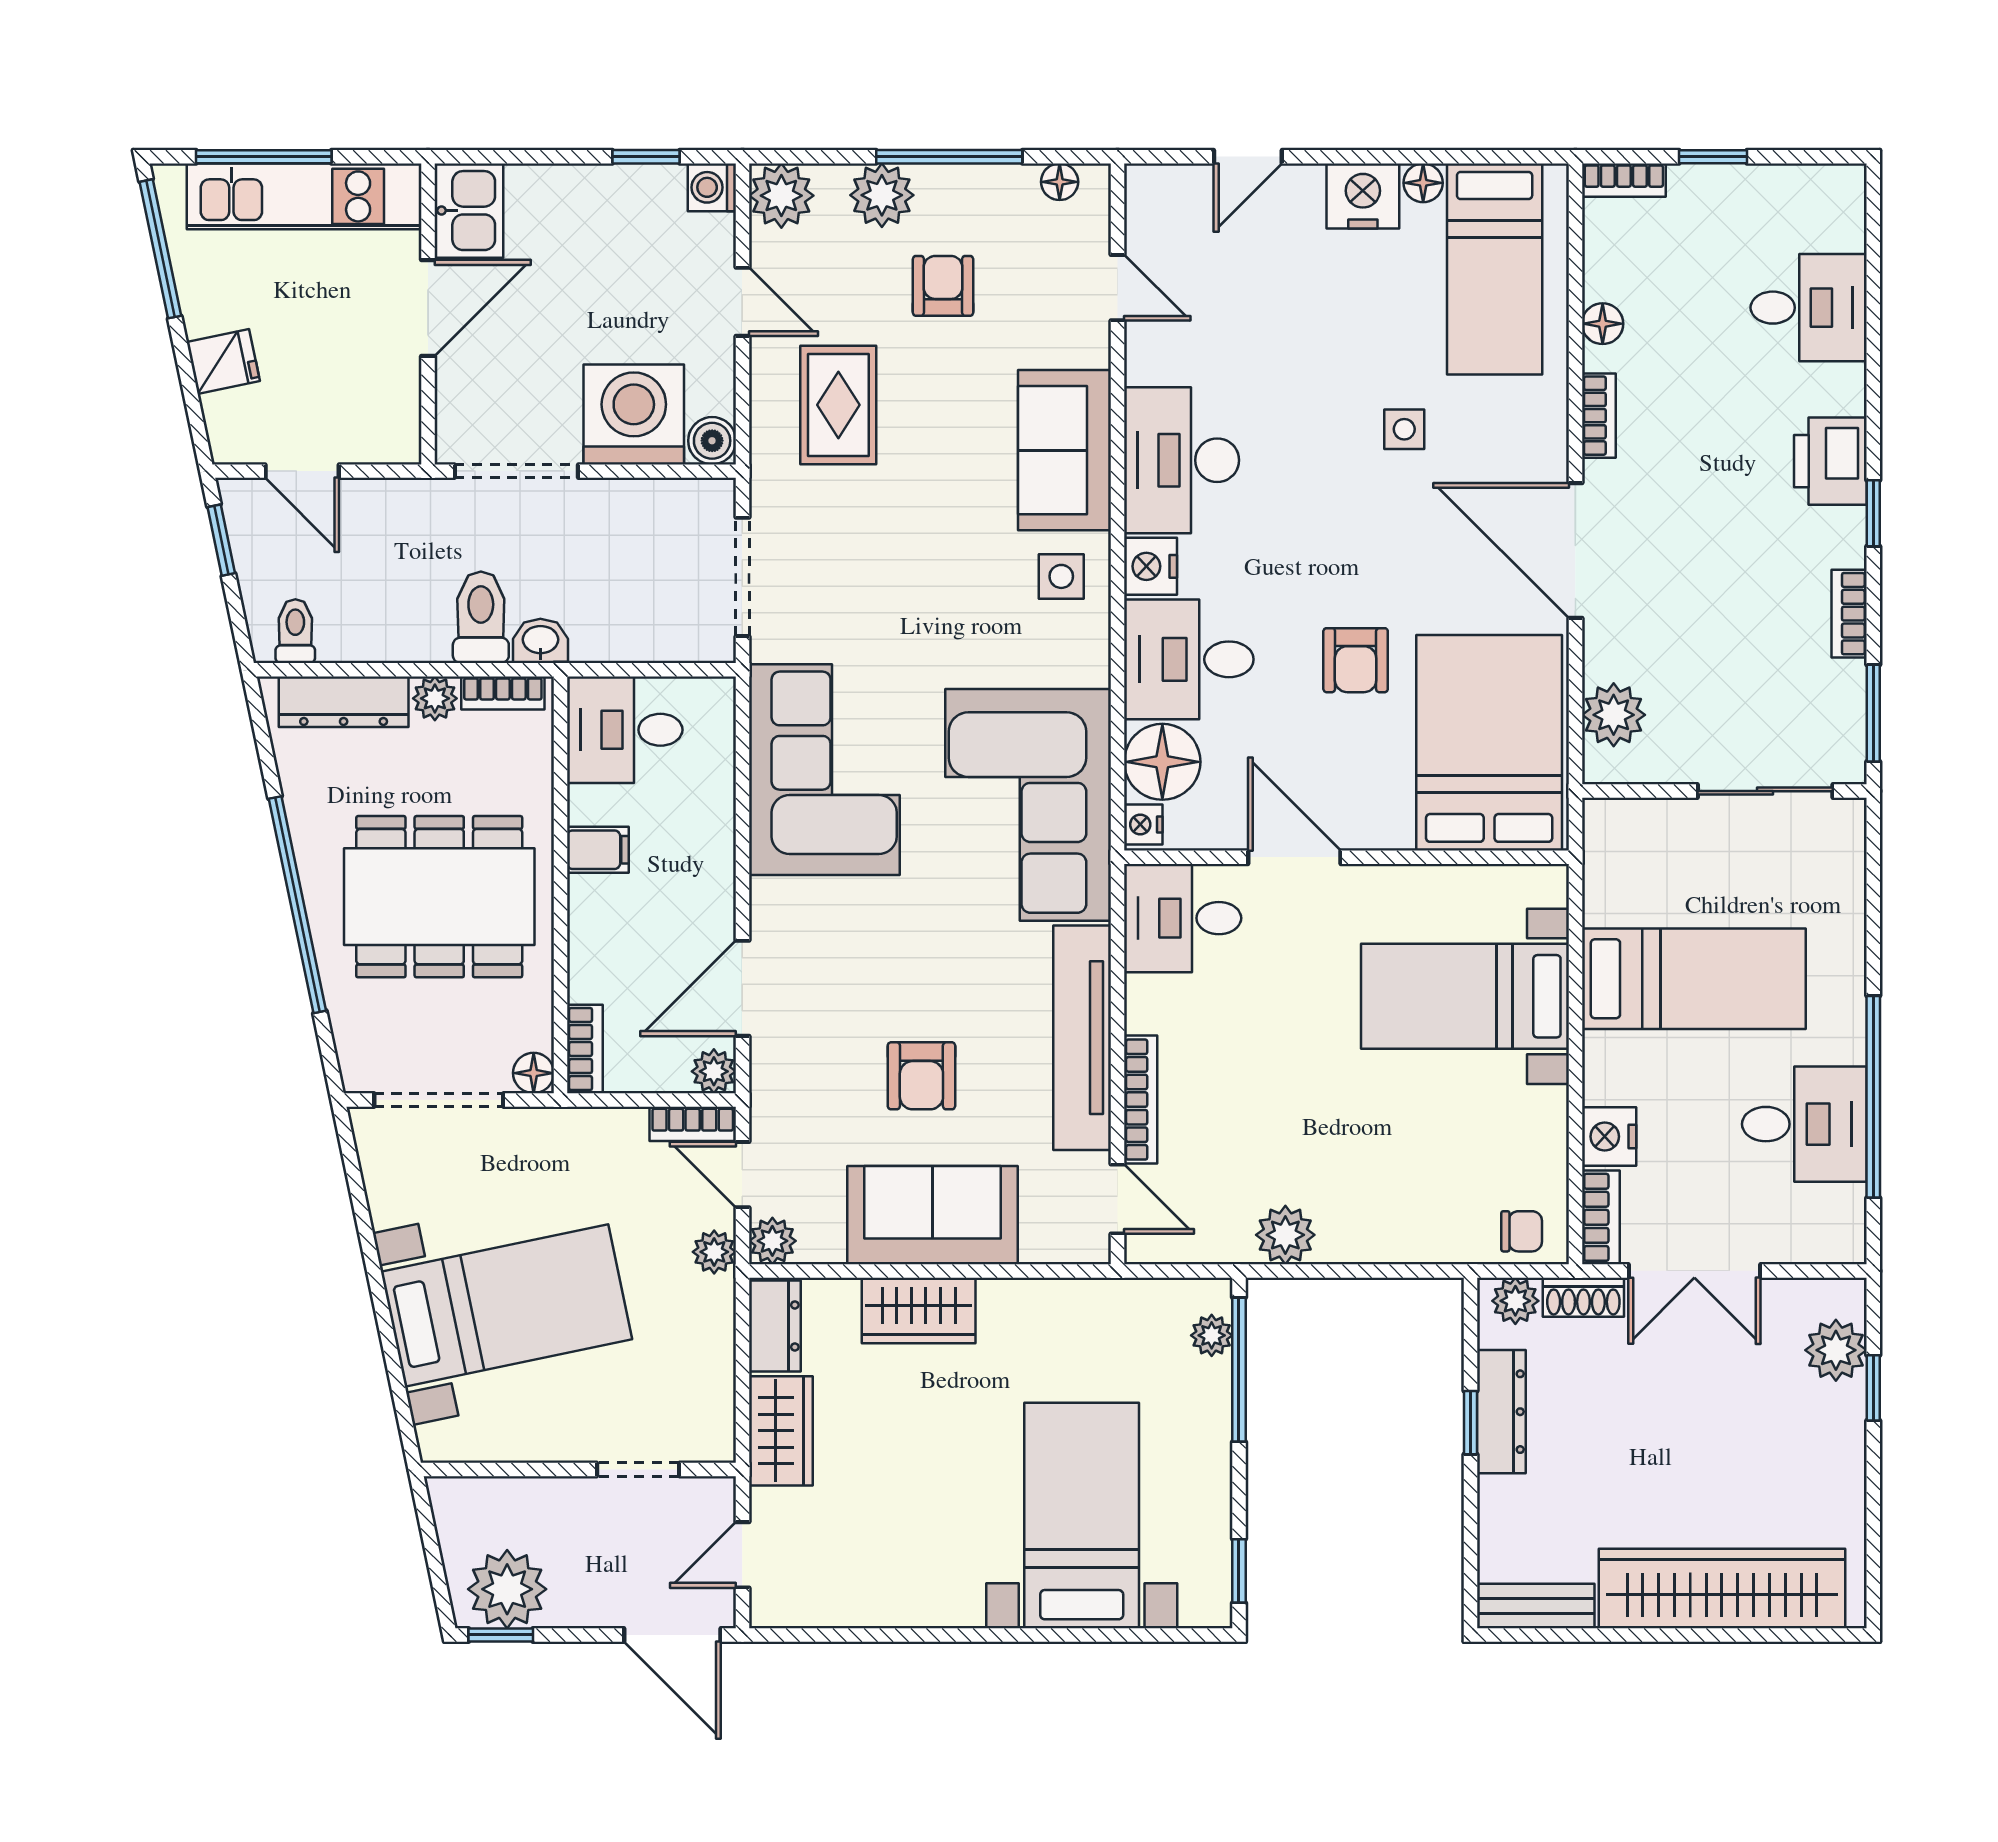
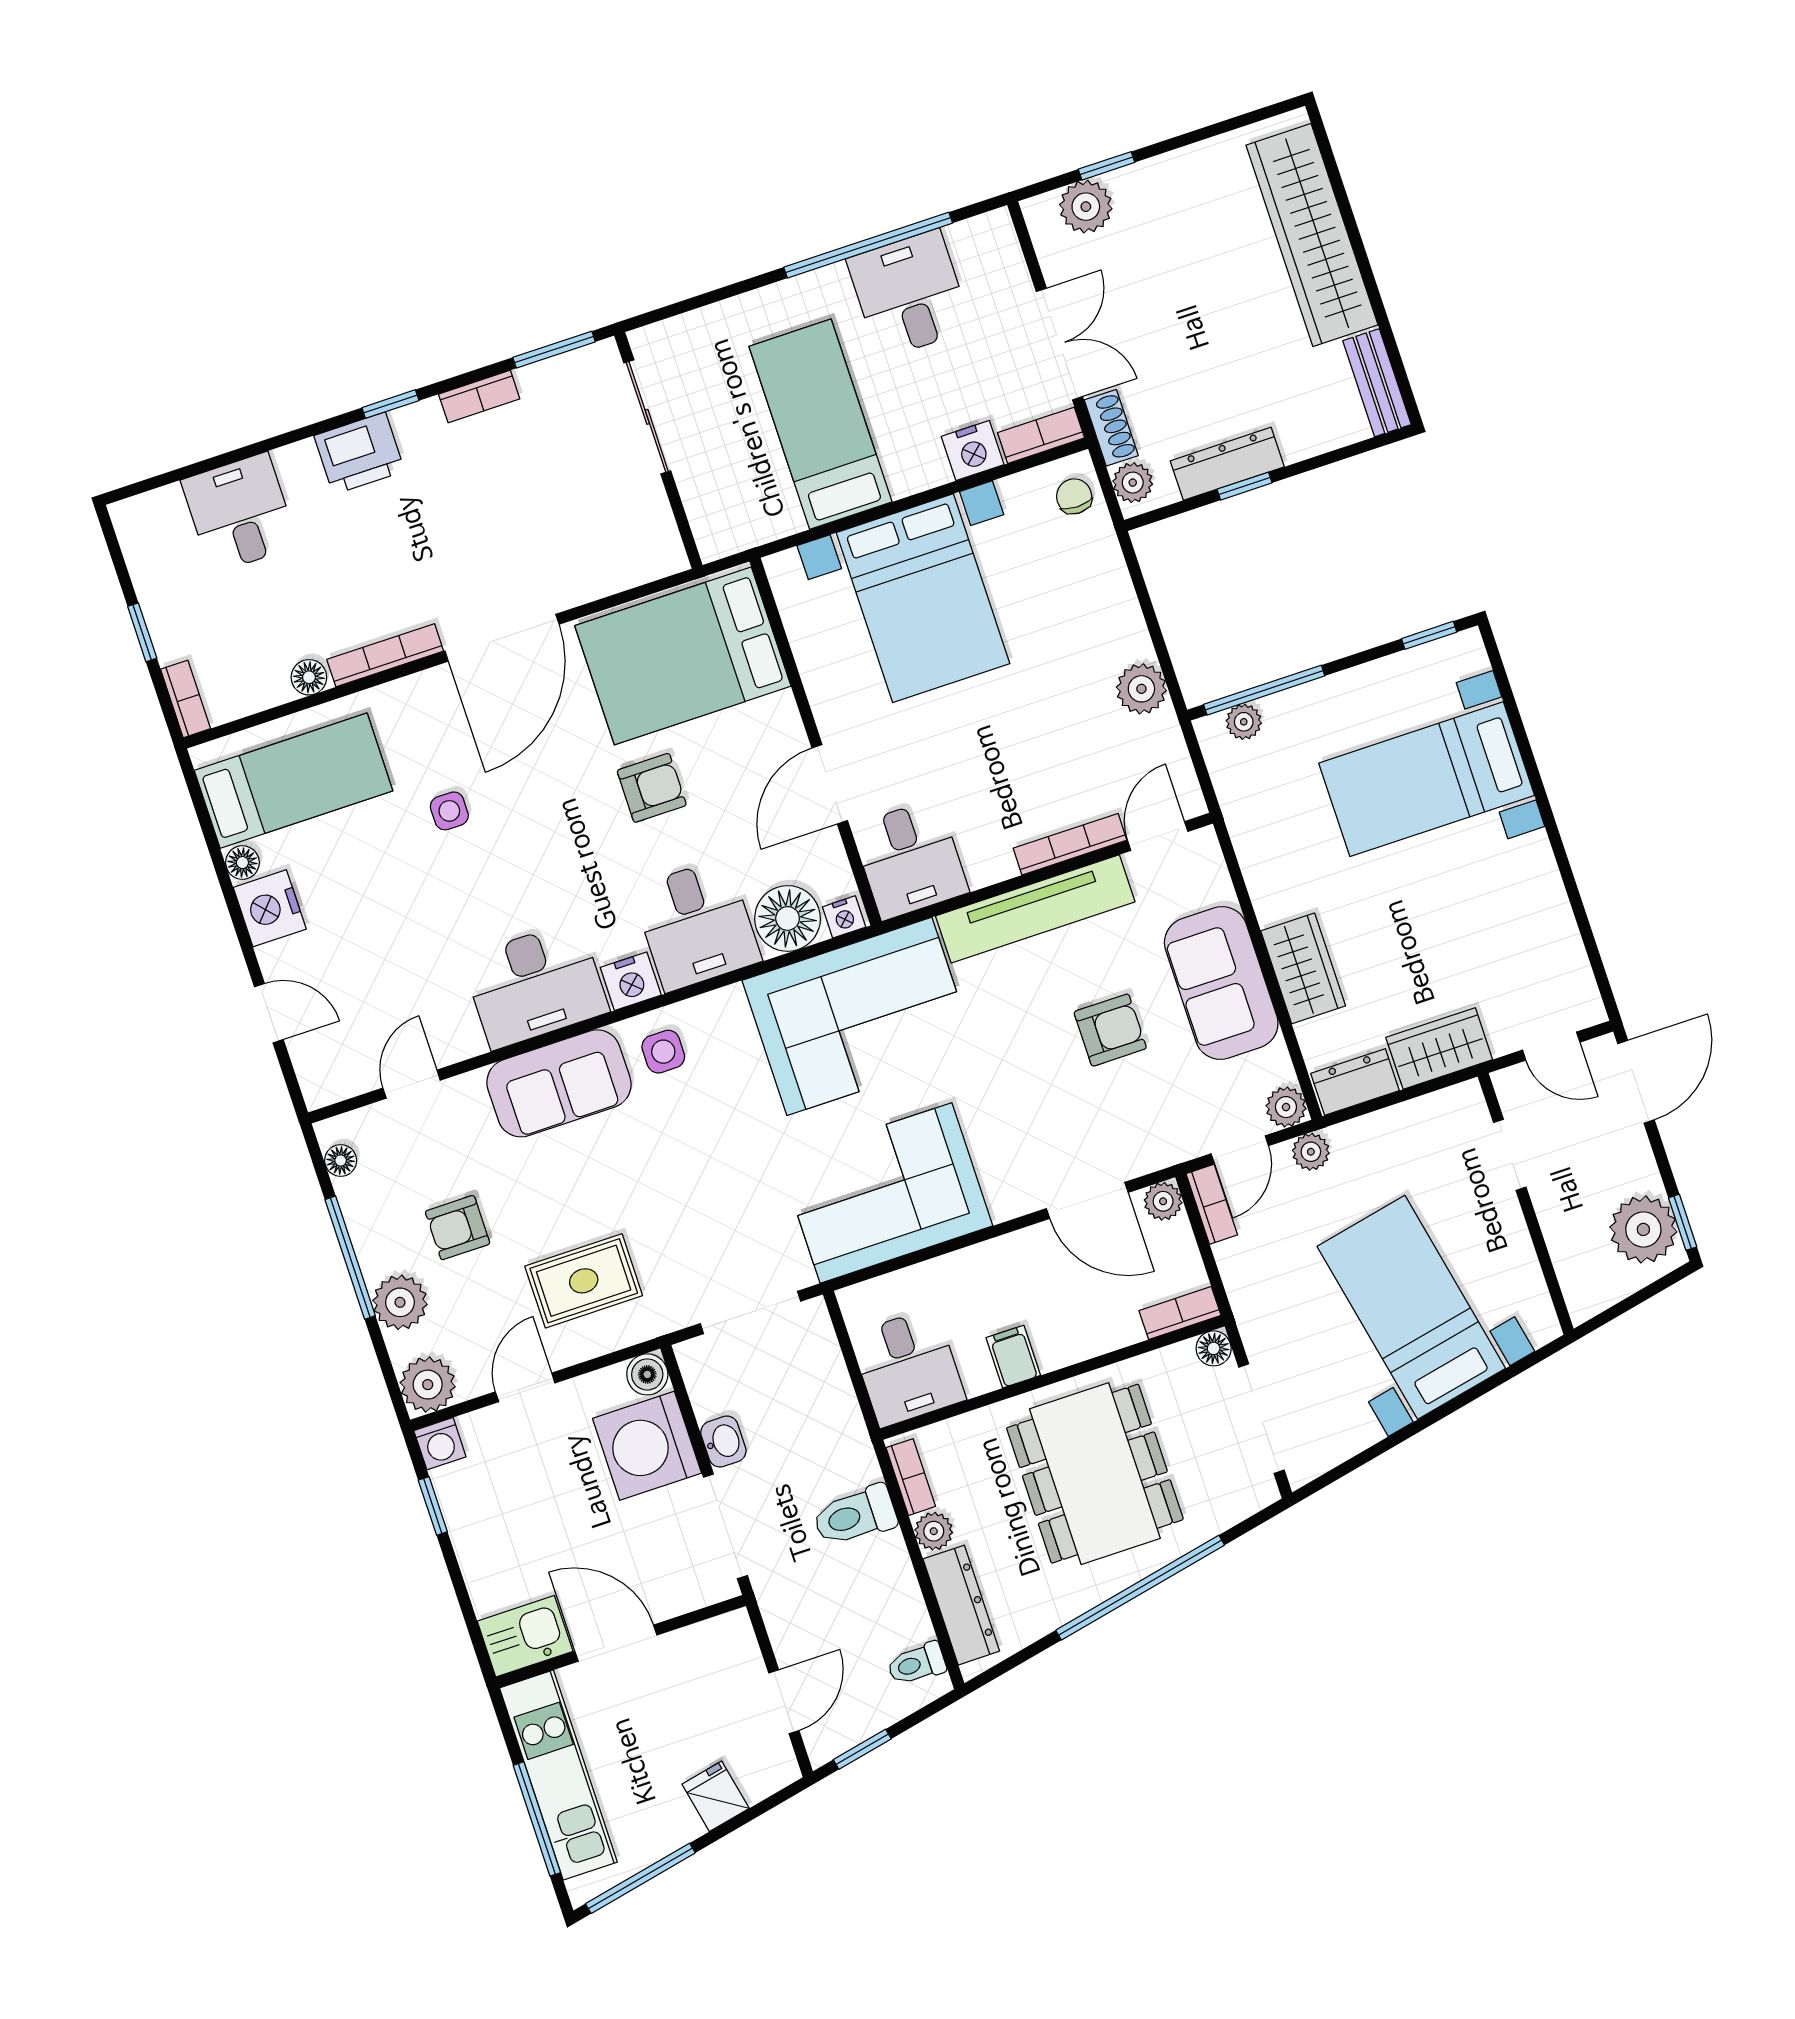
bookcase: (1599, 416) -> (385, 655), width x1.56
washbasin: (540, 641) -> (723, 1442), moved, turned 180
plant: (1614, 715) -> (626, 562), removed
bed with nightstands: (1465, 996) -> (923, 598), width x1.36

